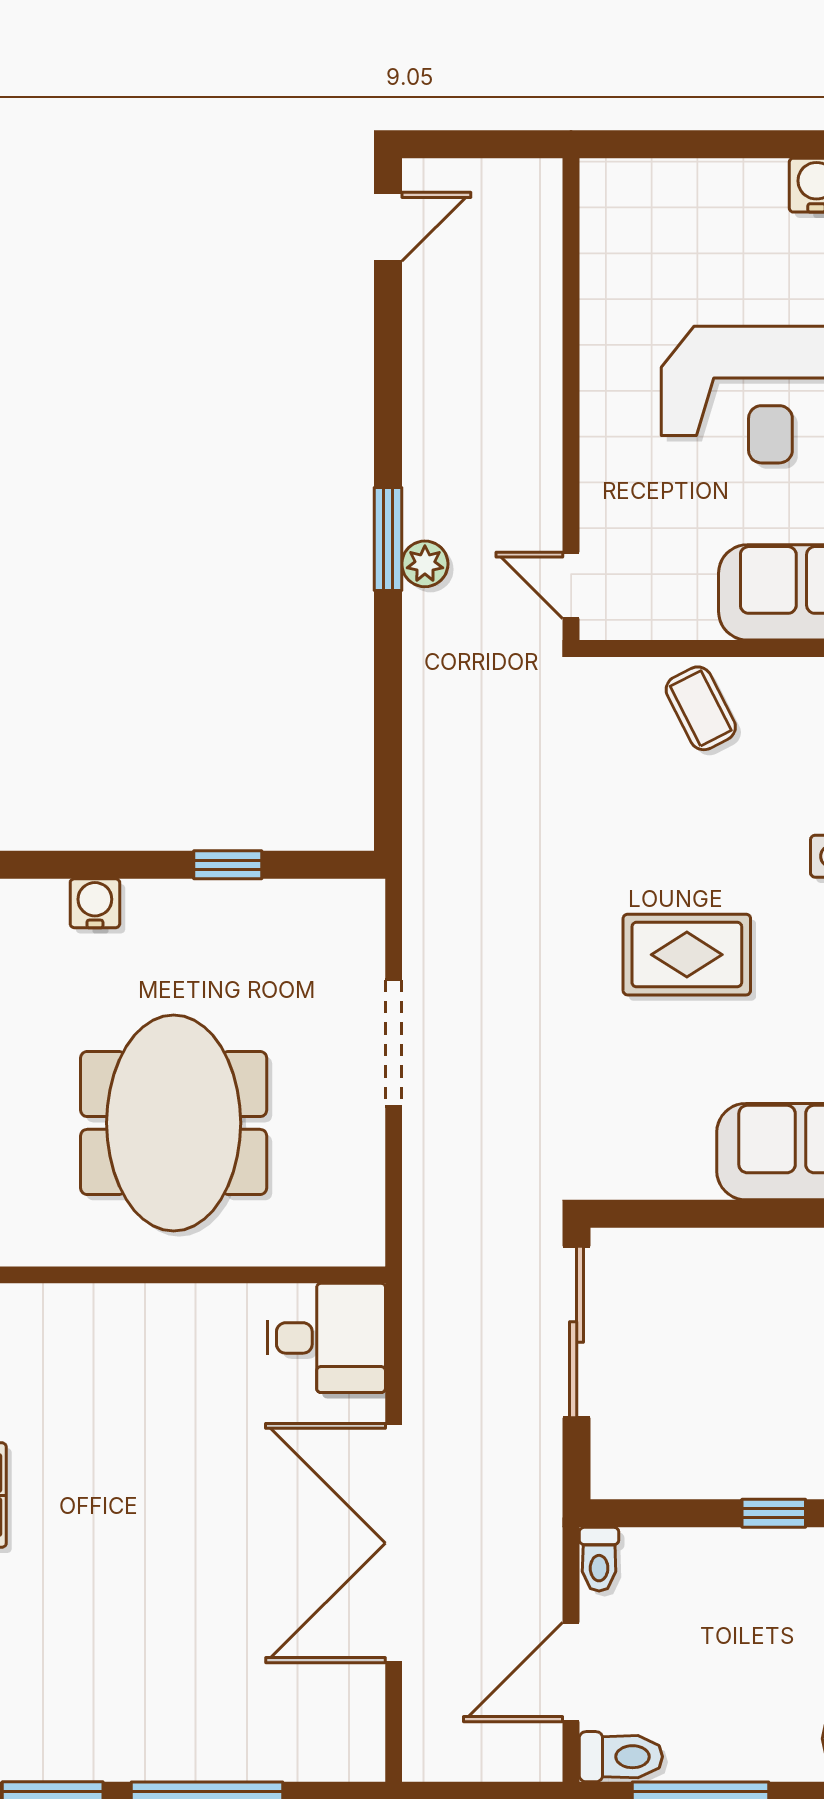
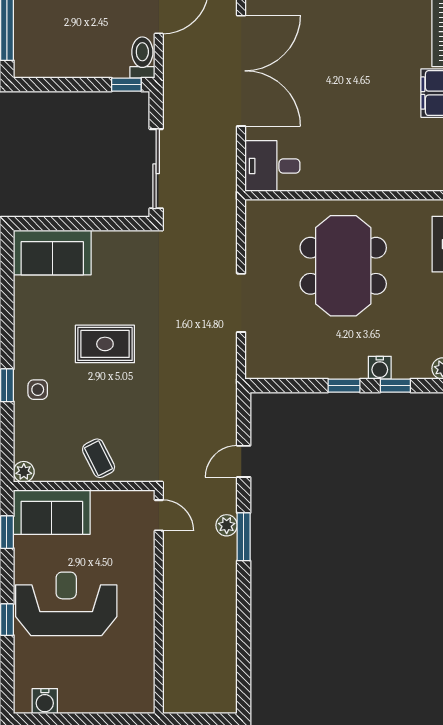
door: (388, 227) -> (244, 461), moved
window: (61, 865) -> (395, 386), added
window: (228, 865) -> (344, 386), moved
window: (774, 1513) -> (126, 85), moved
toilet: (599, 1559) -> (142, 58), width x1.37, depth x1.39

